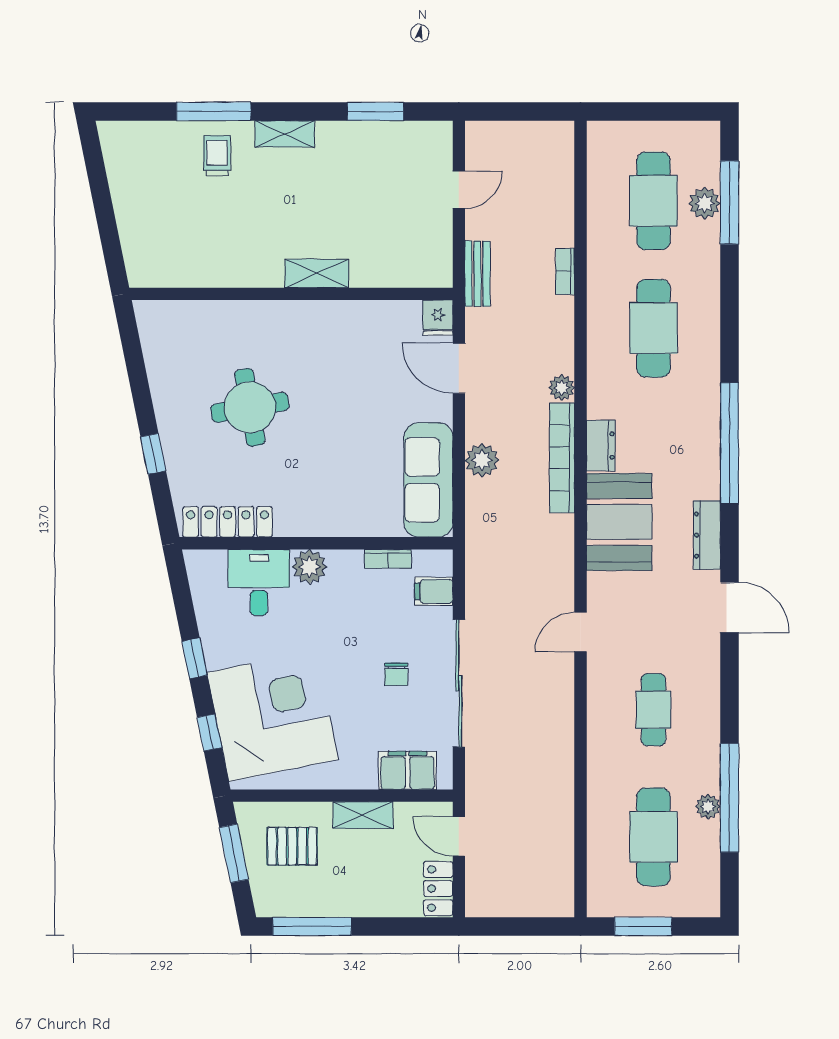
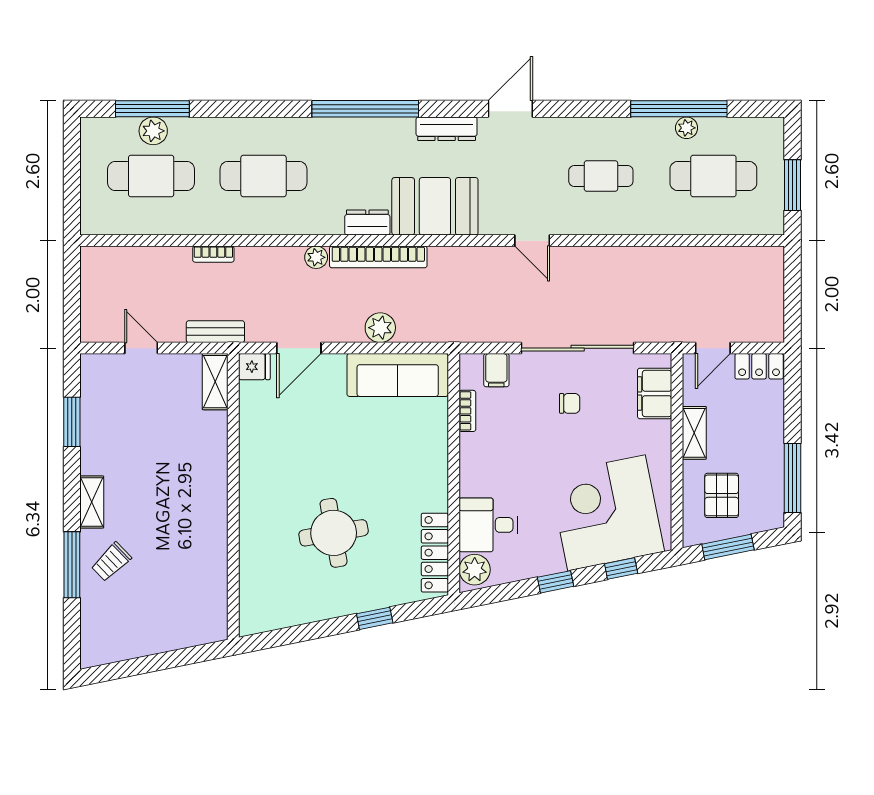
trolley: (217, 156) -> (111, 562), turned -44
shelving: (317, 273) -> (215, 382), moved
plant: (309, 567) -> (475, 570), moved

